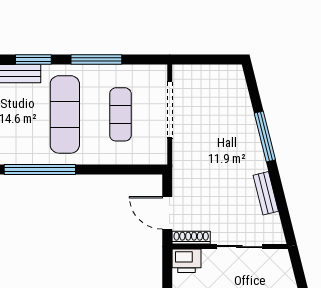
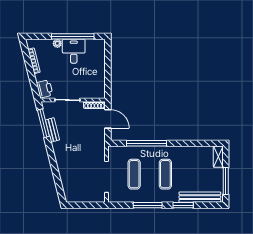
exercise mat: (65, 114) -> (165, 174), width x0.73, depth x0.69
window: (265, 137) -> (43, 123), moved
window: (40, 169) -> (147, 143), moved
printer: (186, 261) -> (45, 89), moved, turned 76

